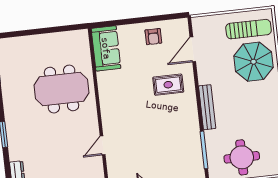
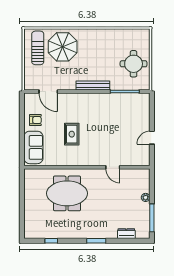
sofa: (106, 48) -> (33, 147), moved, turned 90
rug: (168, 85) -> (72, 134), moved
meeting table: (62, 89) -> (67, 193), turned 90

